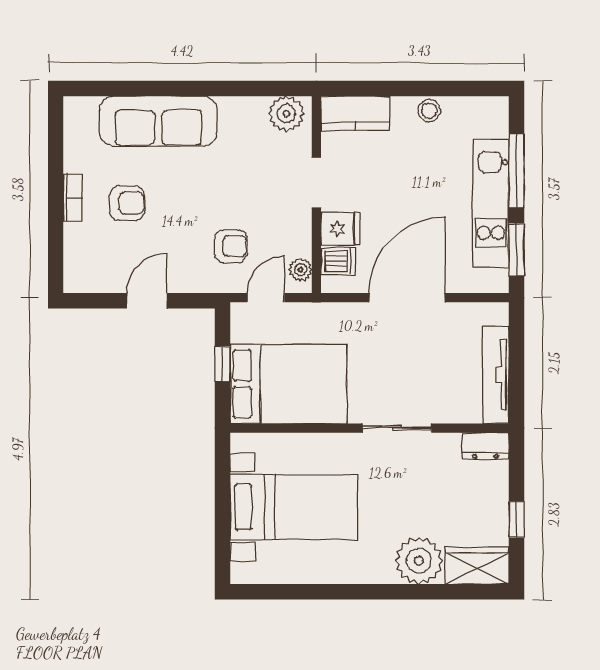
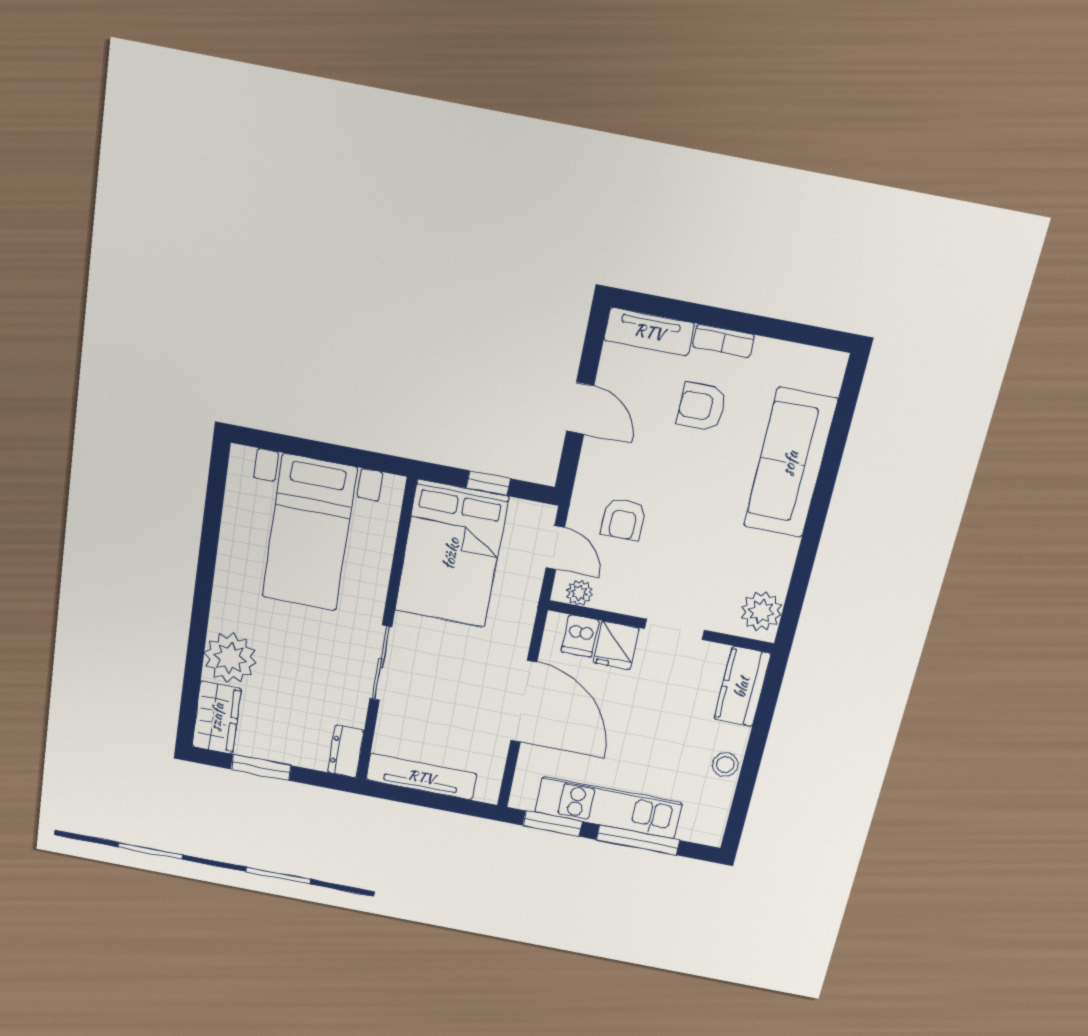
armchair: (127, 203) -> (702, 407), turned 90
tv unit: (76, 258) -> (649, 332), added
window: (517, 520) -> (261, 767), width x1.50

